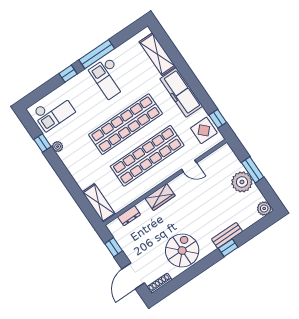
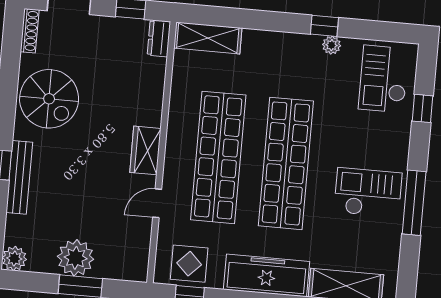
window: (68, 74) -> (423, 108), moved
window: (43, 143) -> (324, 26), moved
wardrobe: (160, 197) -> (145, 150), moved
dresser: (129, 216) -> (159, 38), moved
bench: (227, 235) -> (19, 177), width x1.36

